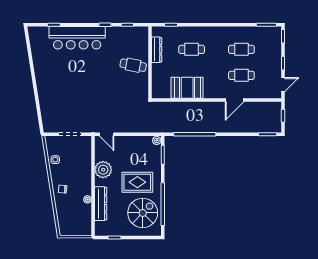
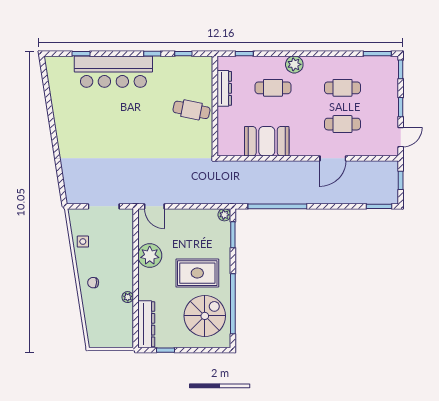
plant: (207, 33) -> (294, 64), added
dresser: (101, 204) -> (146, 324), moved

